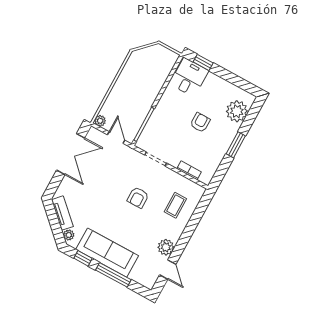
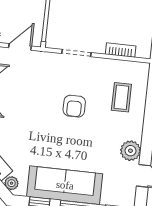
door: (116, 138) -> (20, 47), hinge flipped

